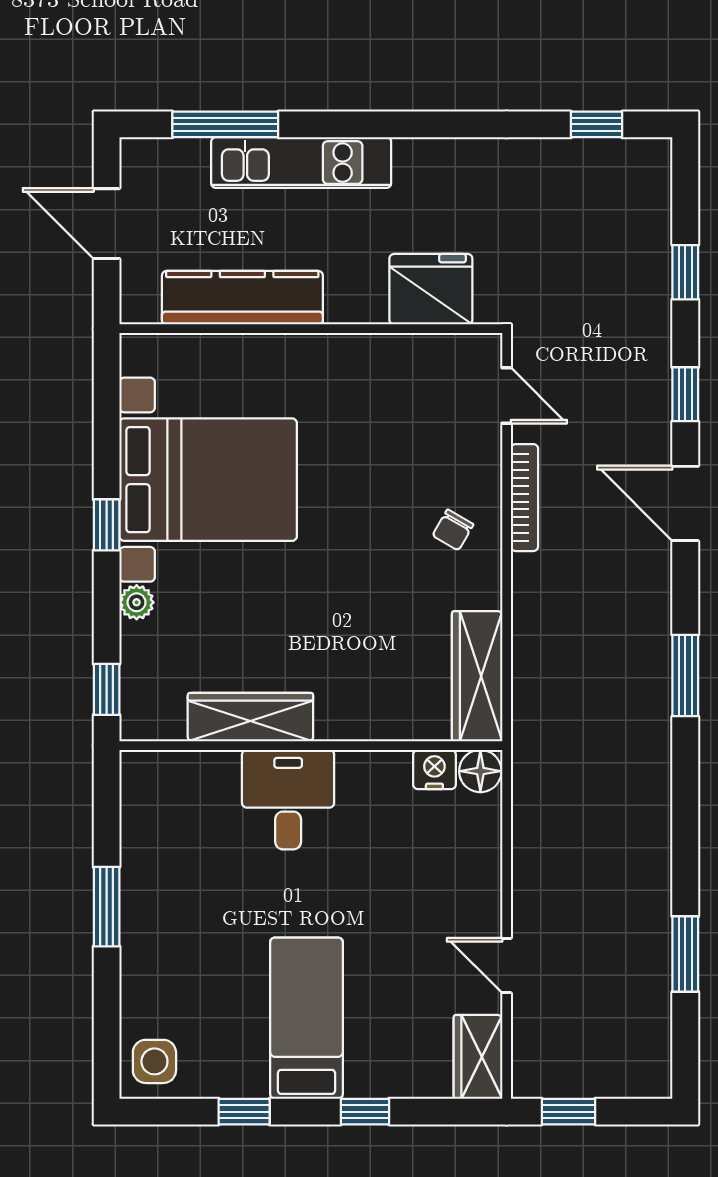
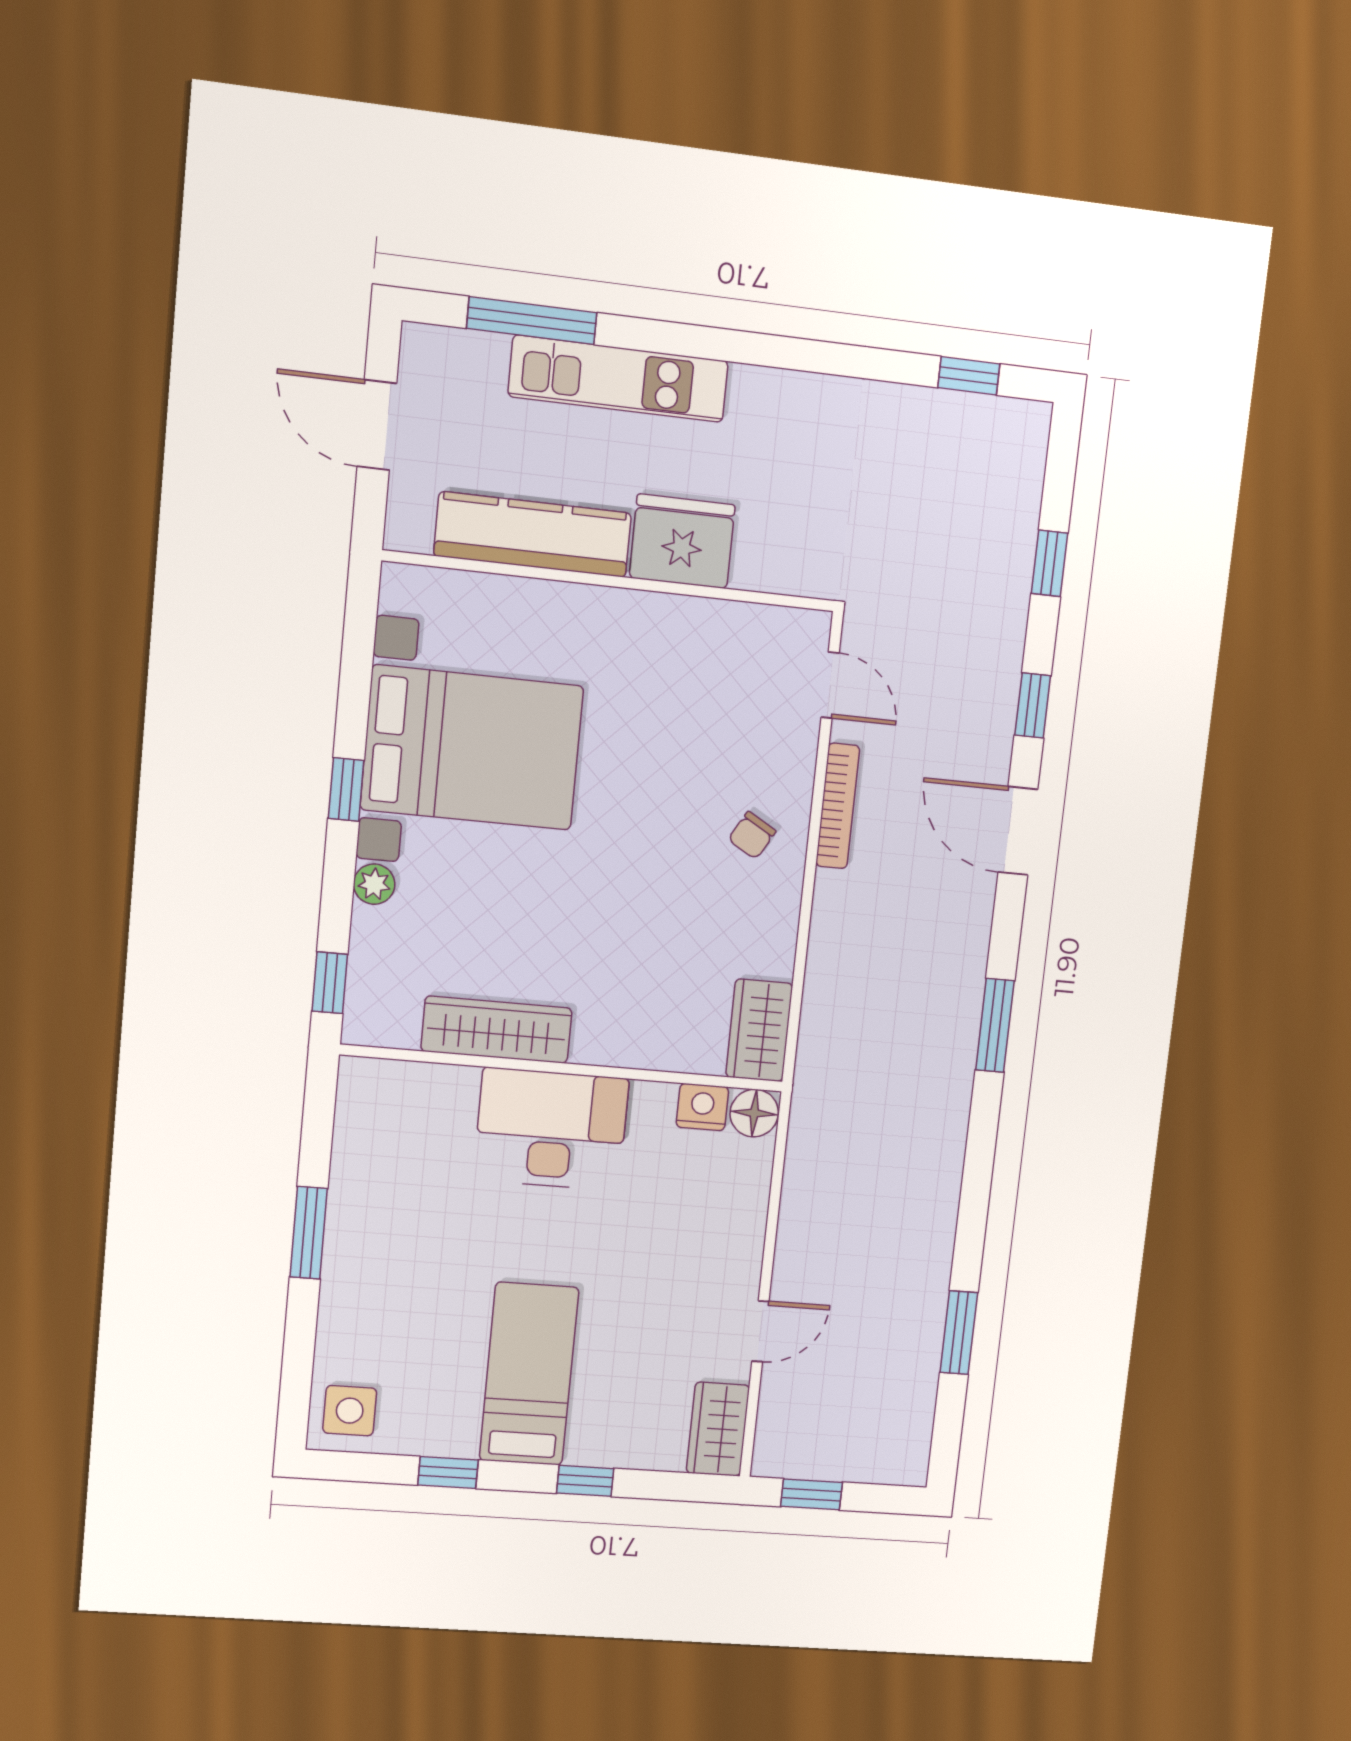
fridge: (431, 289) -> (682, 541), moved
wardrobe: (477, 676) -> (759, 1030), width x0.67
desk: (288, 800) -> (551, 1129), width x1.37
door: (507, 966) -> (760, 1331), swing flipped

